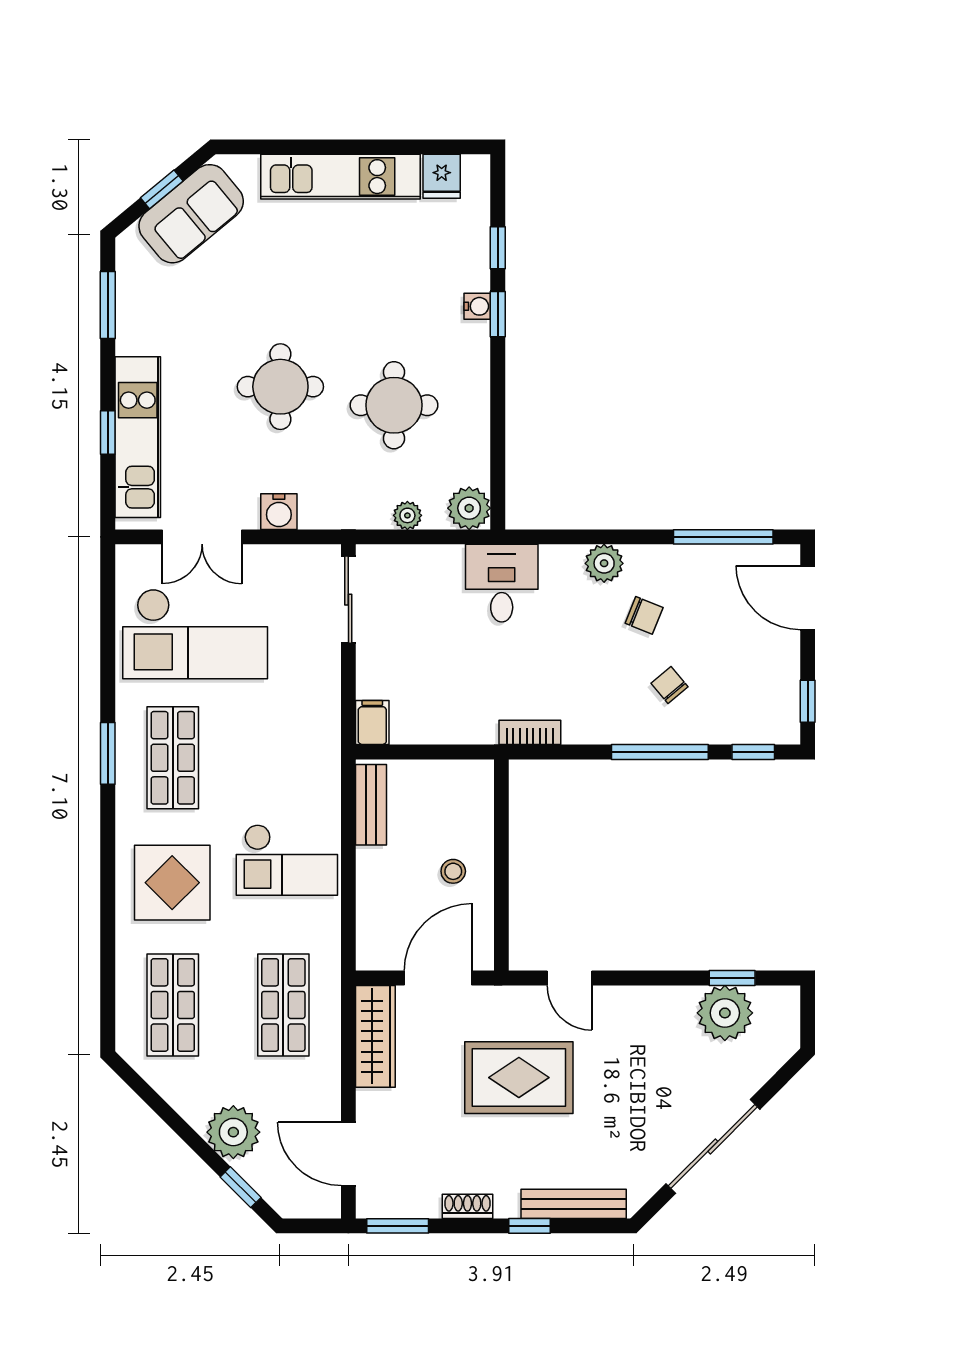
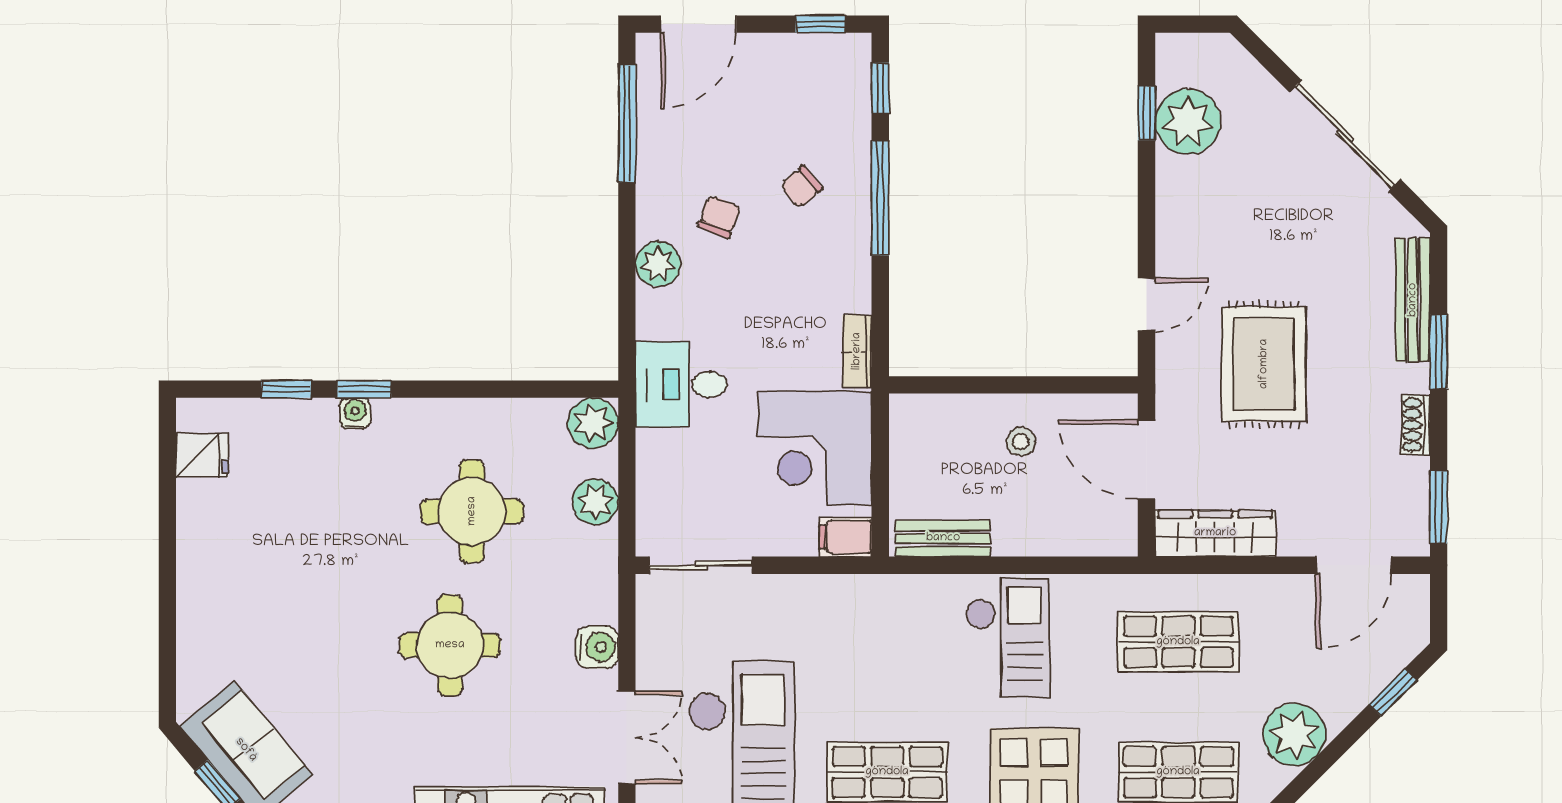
kitchen unit: (341, 177) -> (202, 574), removed
plant: (407, 515) -> (595, 502), width x1.38, depth x1.38
corner desk: (448, 697) -> (815, 448), added
plant: (233, 1132) -> (1294, 735), moved
window: (530, 1226) -> (1439, 352), width x1.50

